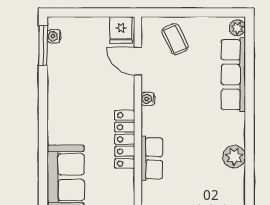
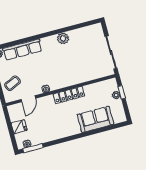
fridge: (121, 30) -> (19, 127), moved
row of seats: (152, 158) -> (75, 79), removed

